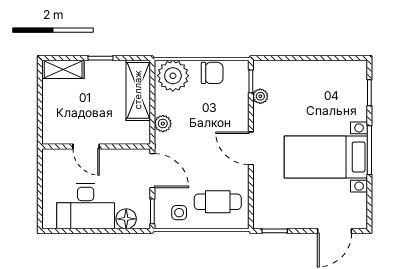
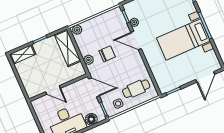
chair: (212, 73) -> (107, 54), moved
plant: (173, 76) -> (77, 30), width x0.53, depth x0.53
door: (251, 148) -> (136, 40), moved

